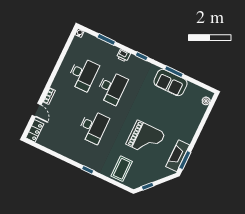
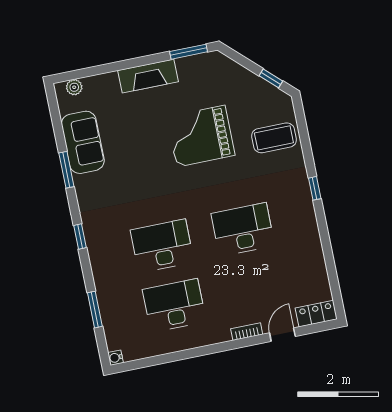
printer: (124, 56) -> (100, 265), removed
sofa: (170, 83) -> (83, 142), moved
grand piano: (146, 139) -> (201, 136), turned -90
fireplace: (178, 156) -> (148, 76), moved

